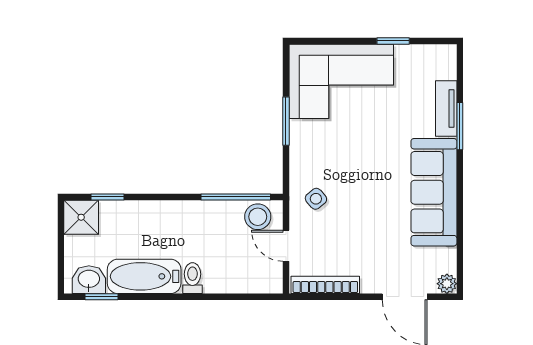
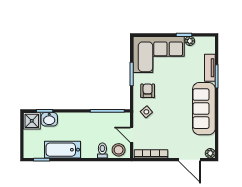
plant: (405, 54) -> (190, 41), added
armchair: (319, 156) -> (148, 91), added
stool: (258, 217) -> (119, 150), moved
toilet: (192, 278) -> (102, 151), moved
washbasin: (89, 280) -> (49, 119), moved, turned 180

